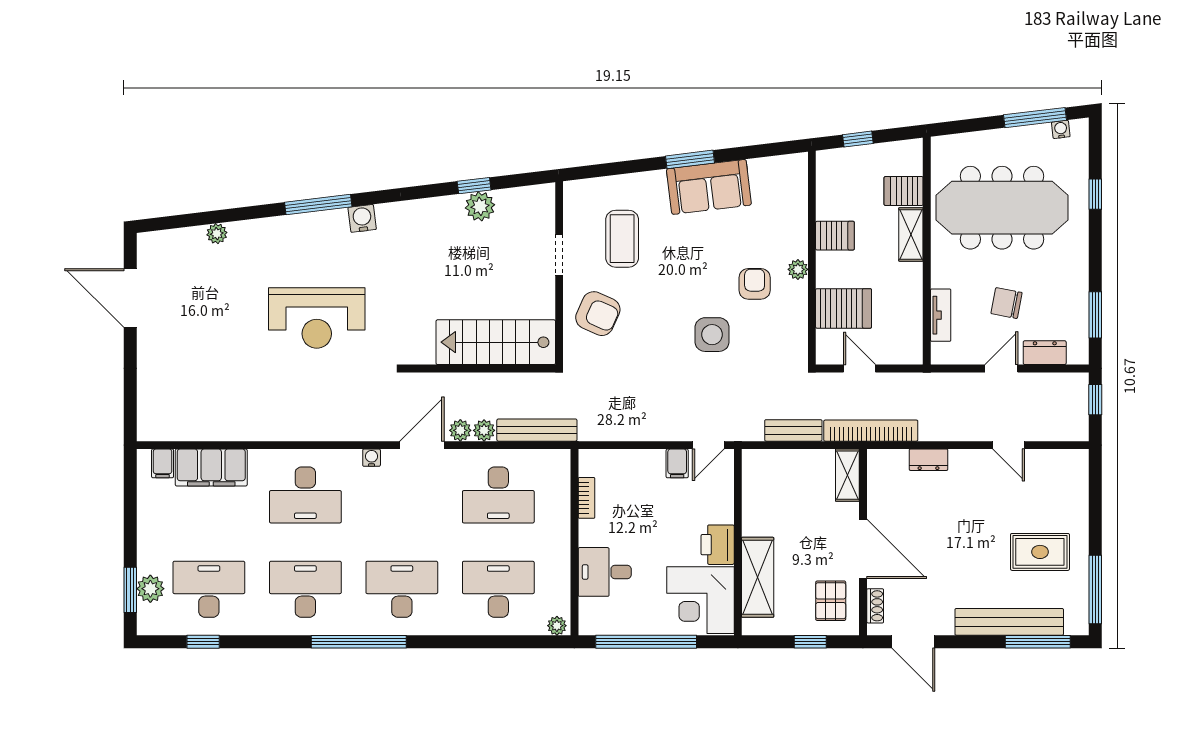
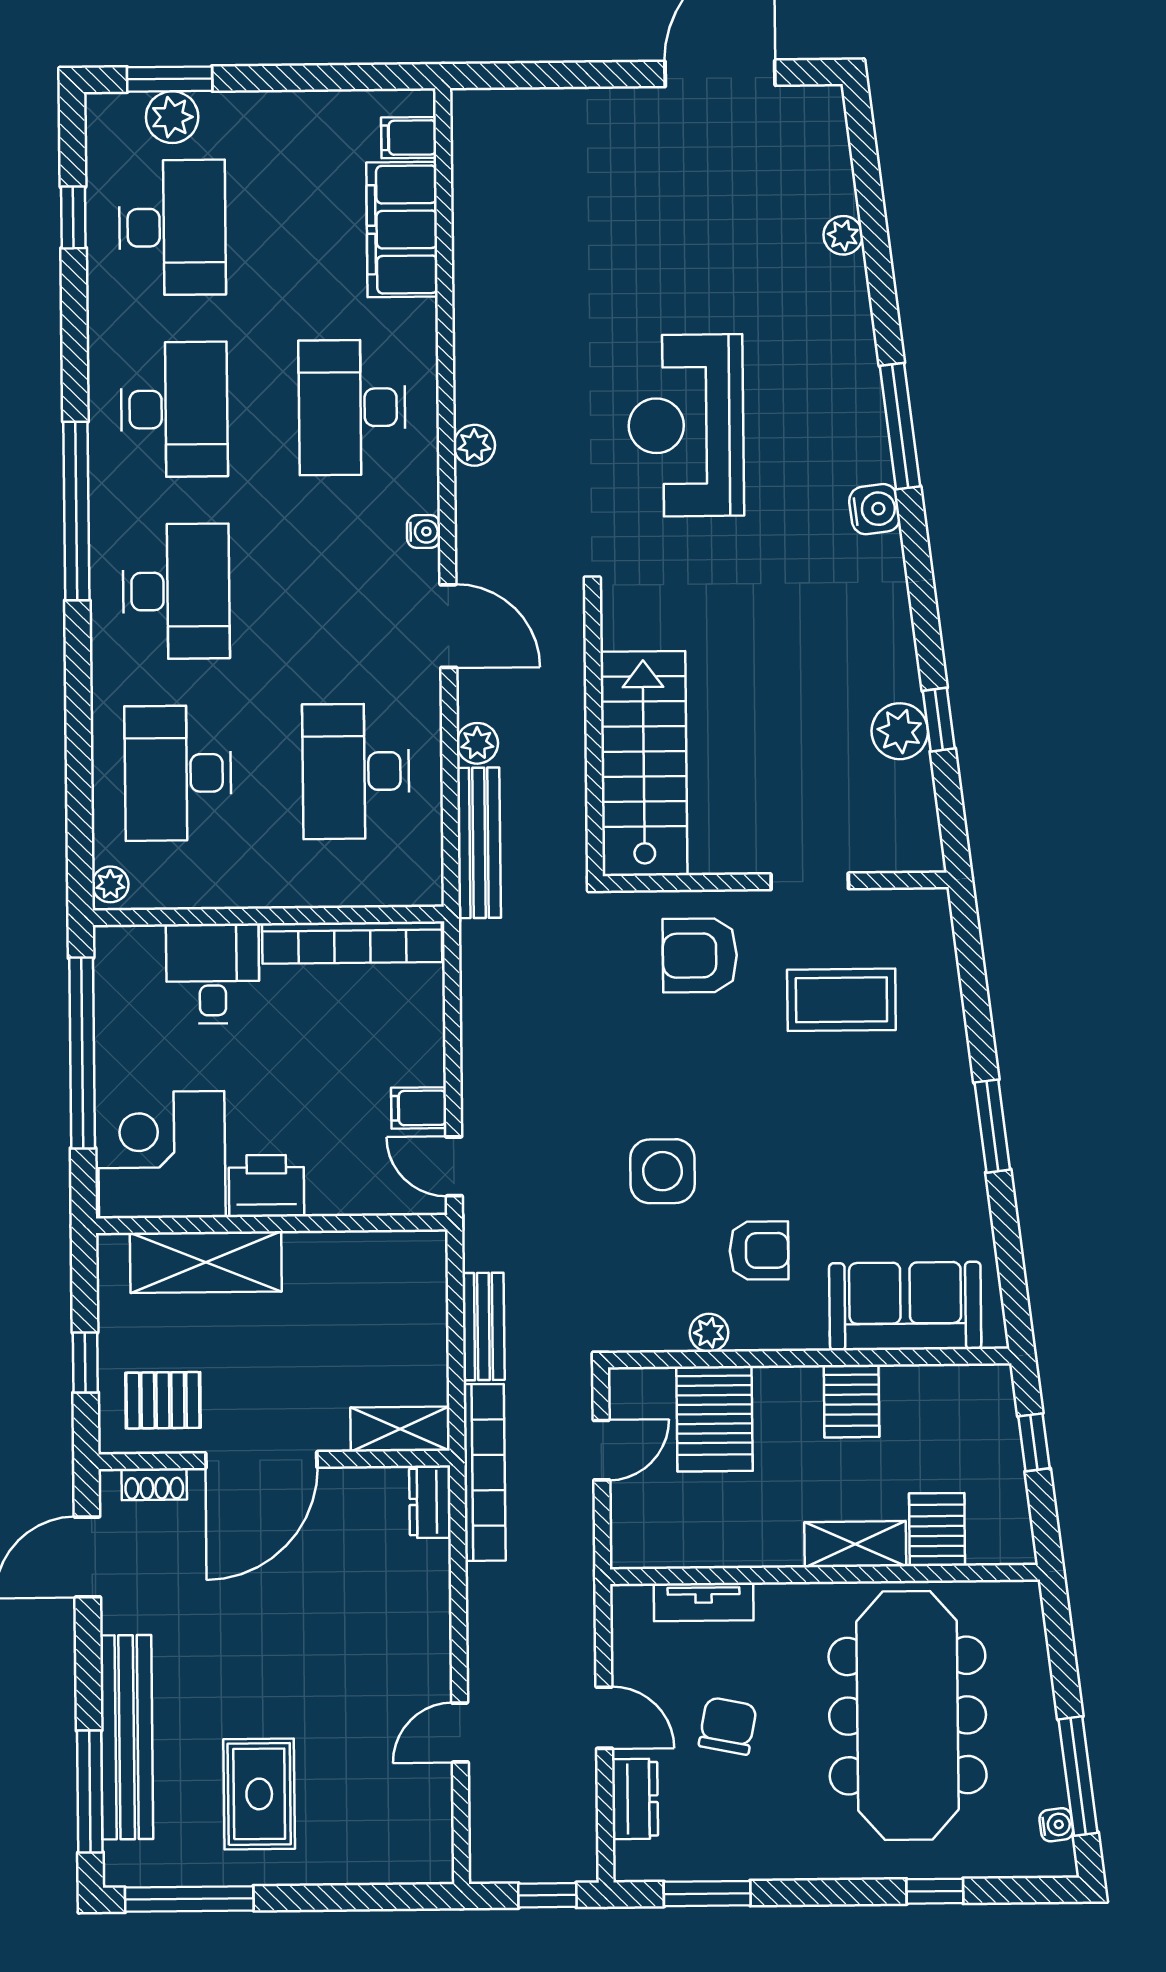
sofa: (709, 187) -> (905, 1306), moved, turned 97
plant: (798, 269) -> (709, 1333), moved
armchair: (598, 314) -> (700, 955), turned 66
plant: (460, 430) -> (474, 445), moved
dresser: (928, 460) -> (430, 1502), moved
bookcase: (587, 498) -> (352, 943), width x2.31, depth x1.31
desk: (498, 589) -> (178, 773), turned 180

